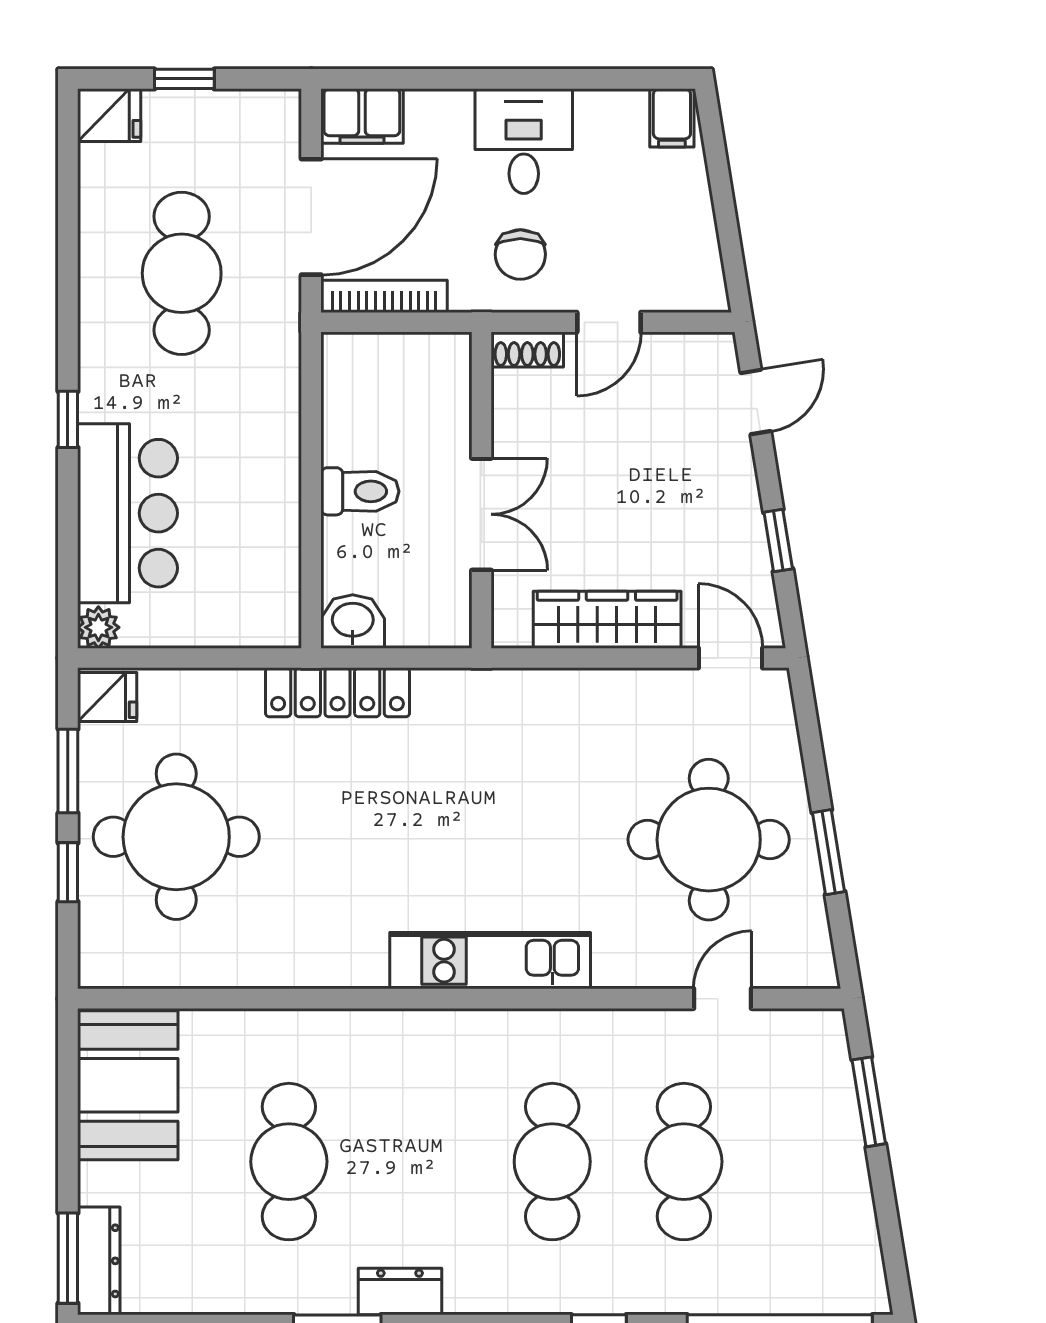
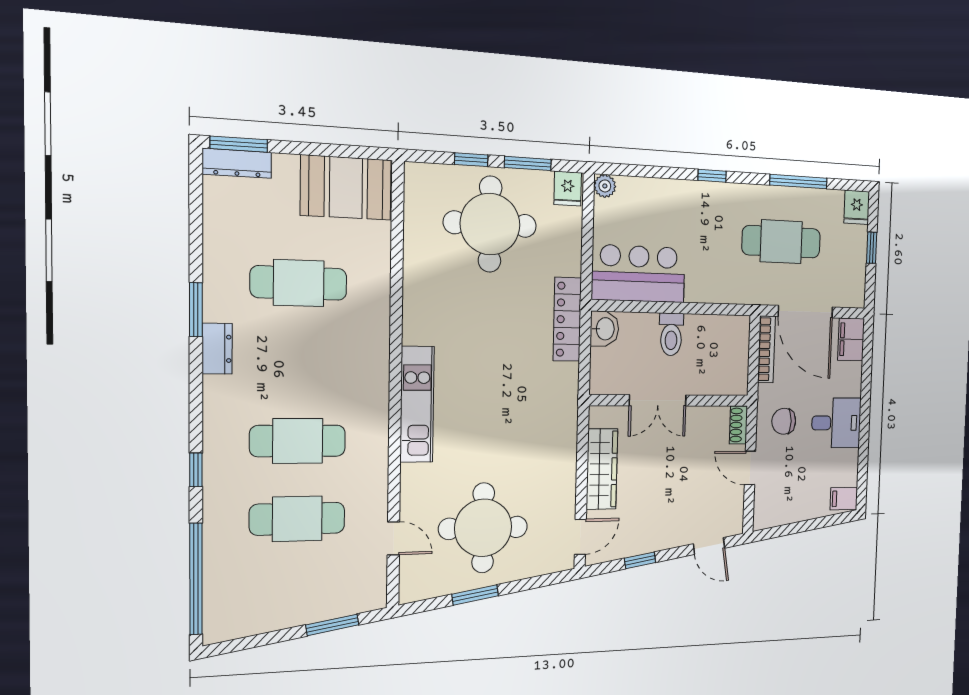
window: (68, 242) -> (798, 182), added
bar counter: (127, 513) -> (639, 274), moved, turned 180

